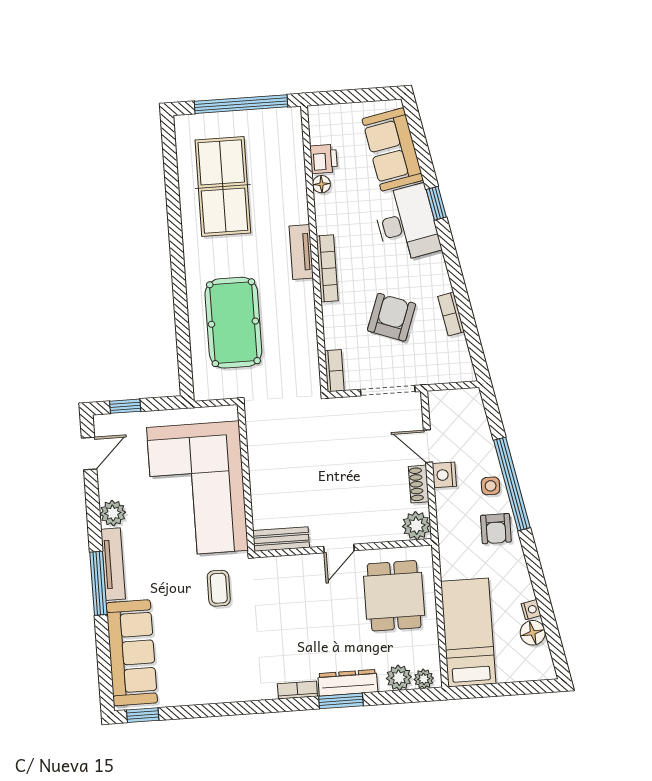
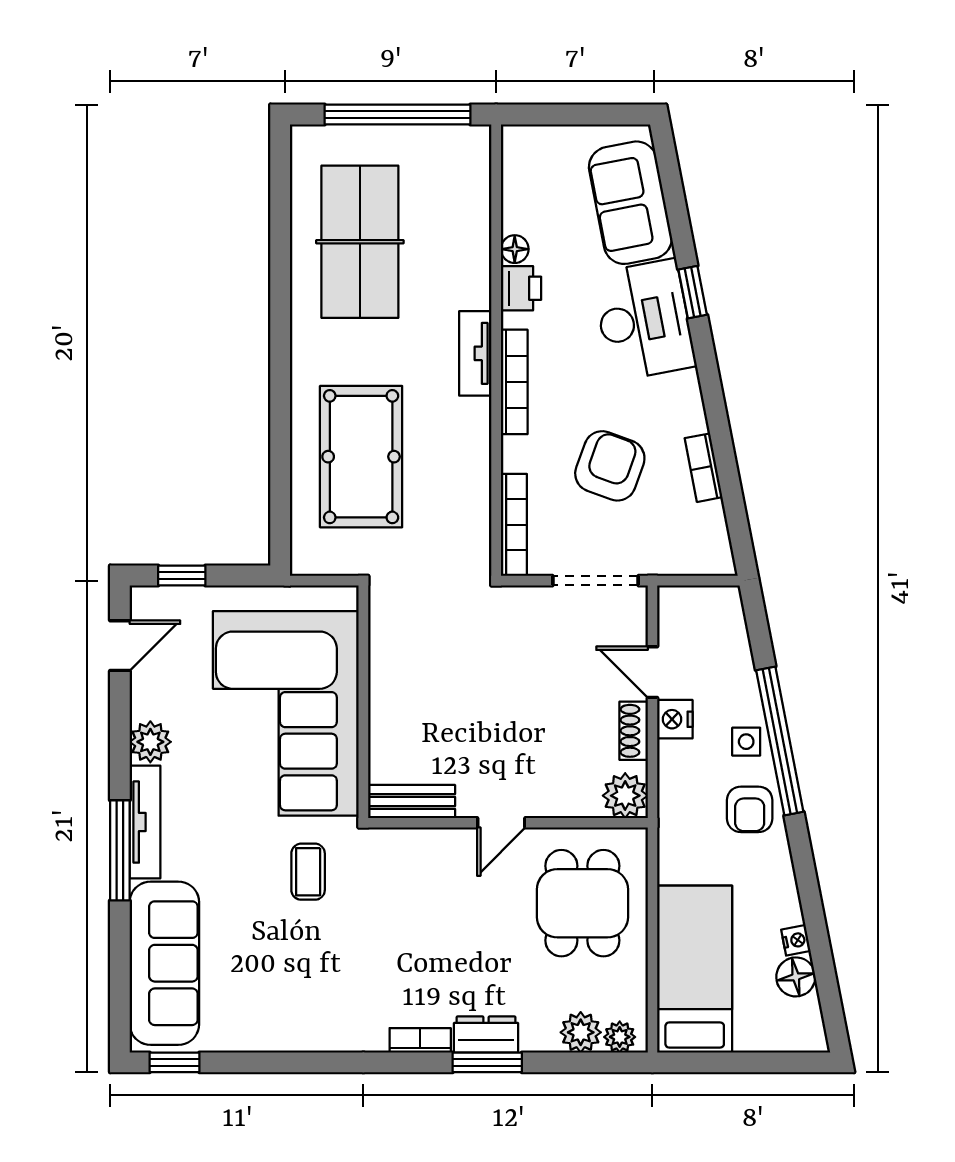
printer: (324, 159) -> (521, 288), moved
bookcase: (334, 371) -> (514, 525), width x1.56
dresser: (348, 683) -> (486, 1034), width x0.70

